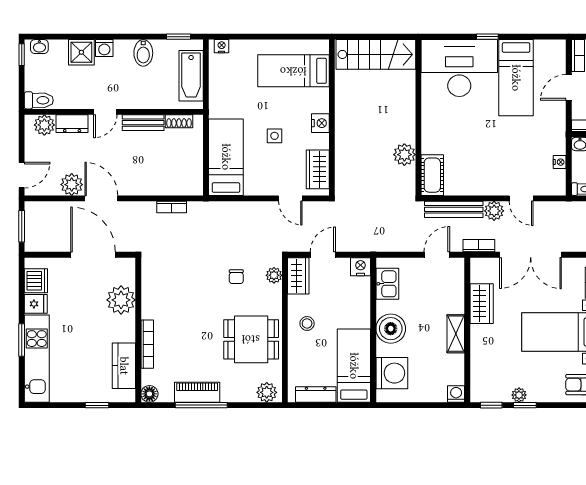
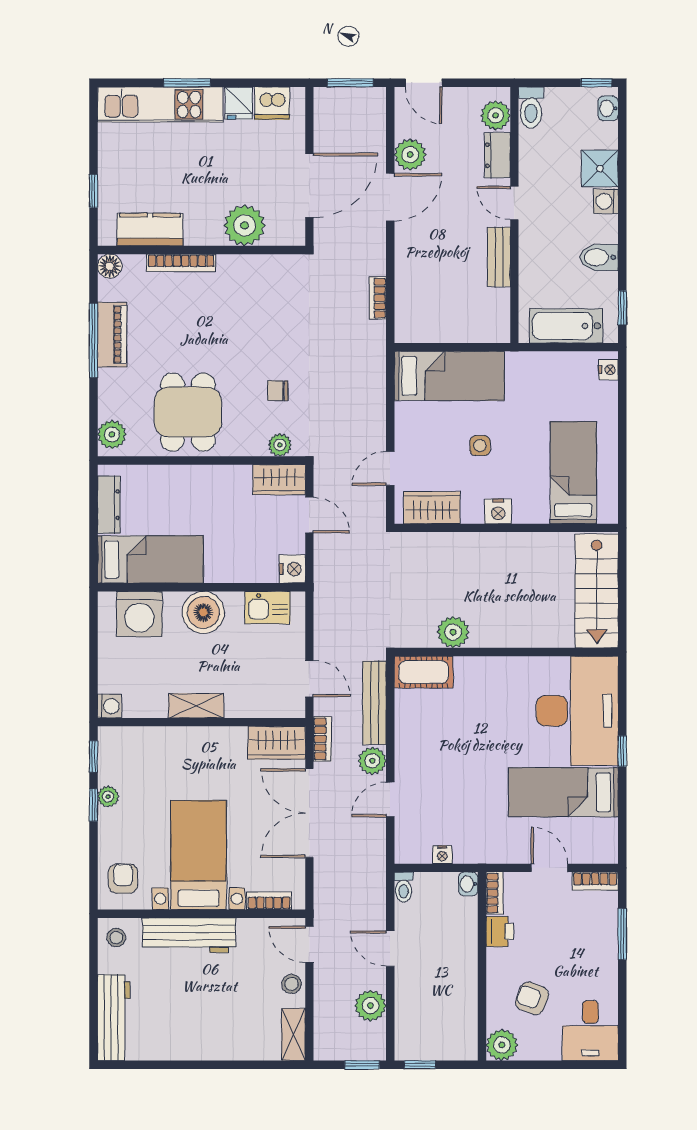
shoe rack: (179, 121) -> (501, 309), removed
wardrobe: (482, 304) -> (277, 743), moved
stool: (307, 323) -> (211, 492), removed

